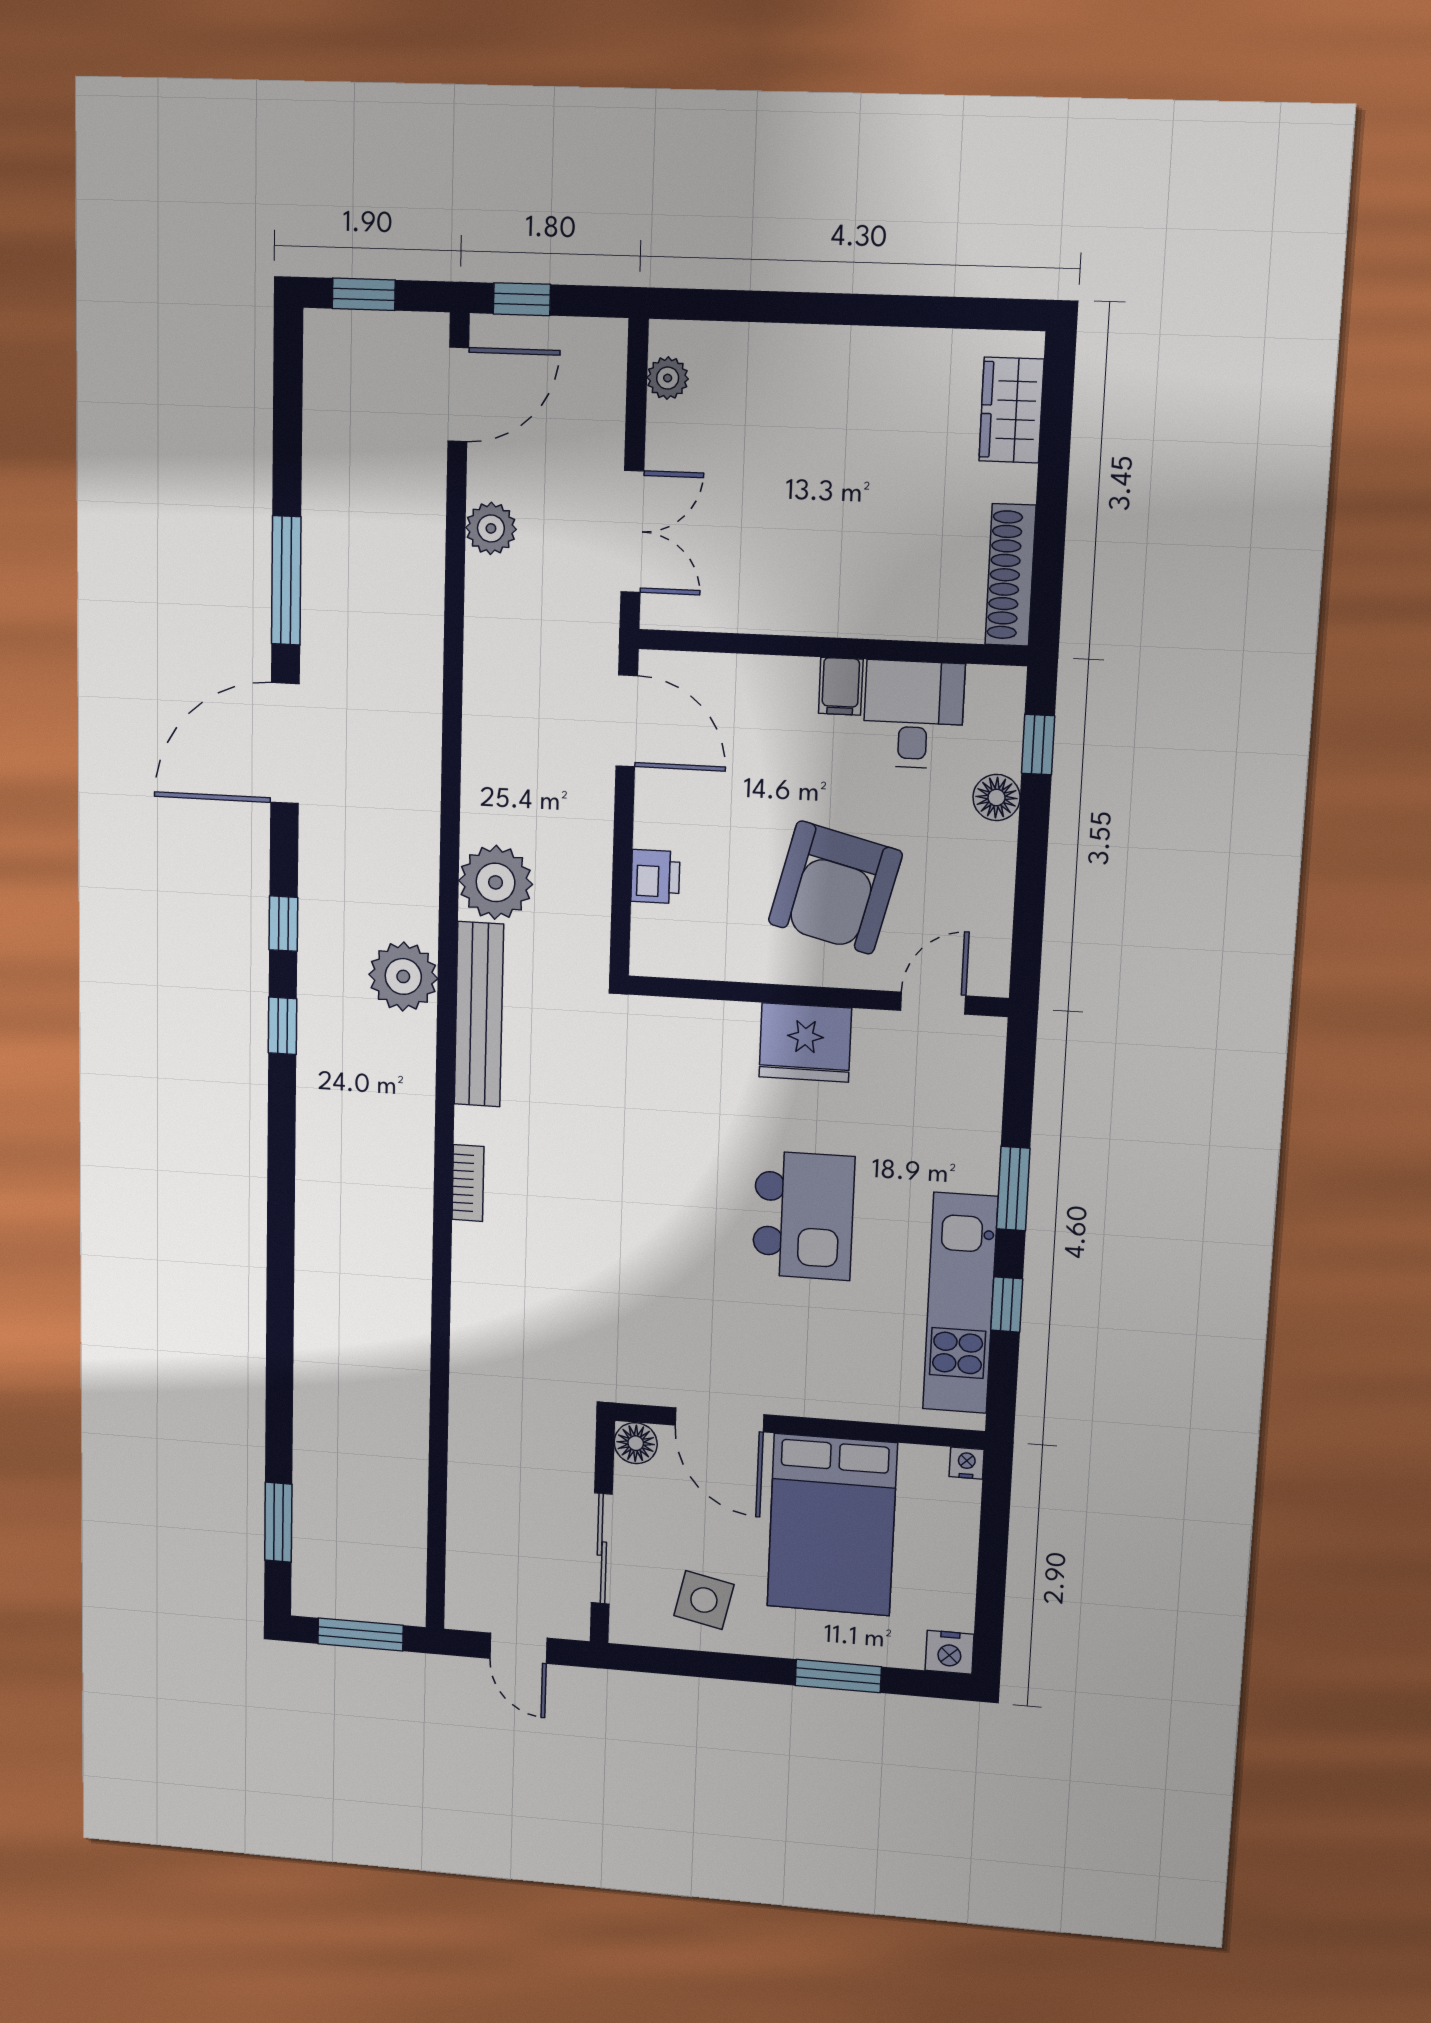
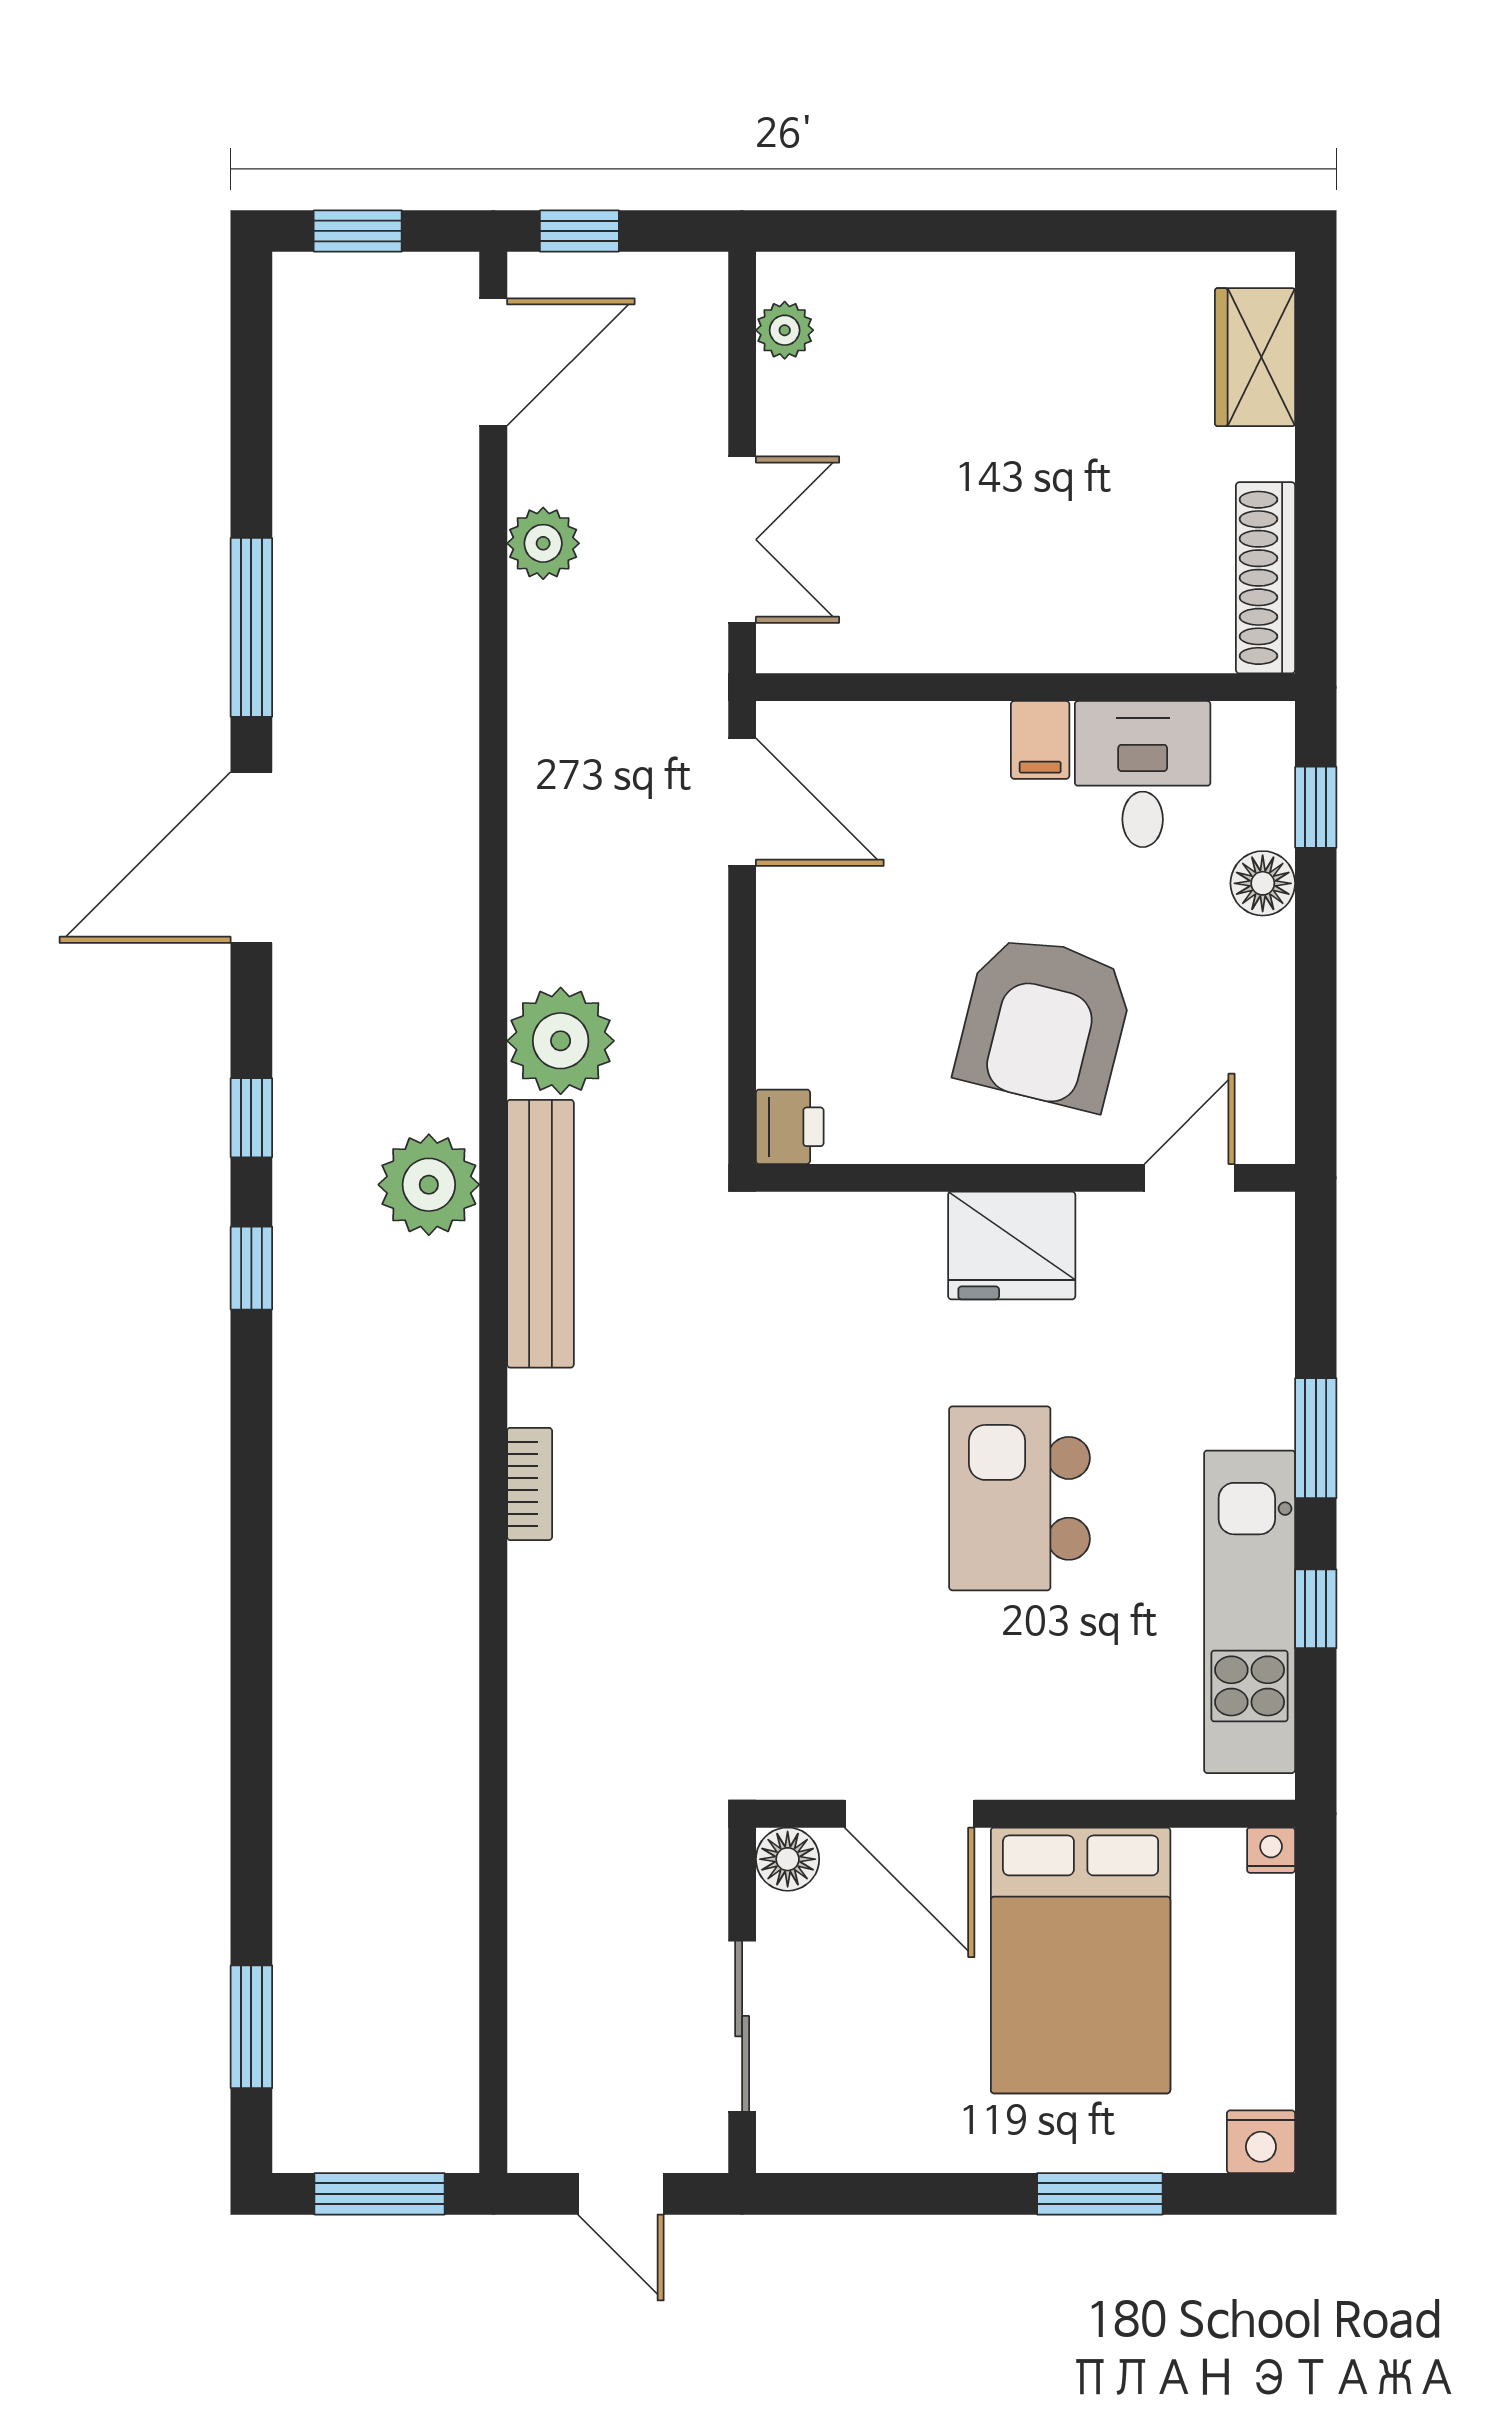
printer: (655, 877) -> (790, 1127), moved
kitchen island: (803, 1216) -> (1020, 1498), turned 180
side table: (704, 1600) -> (897, 2093), removed

